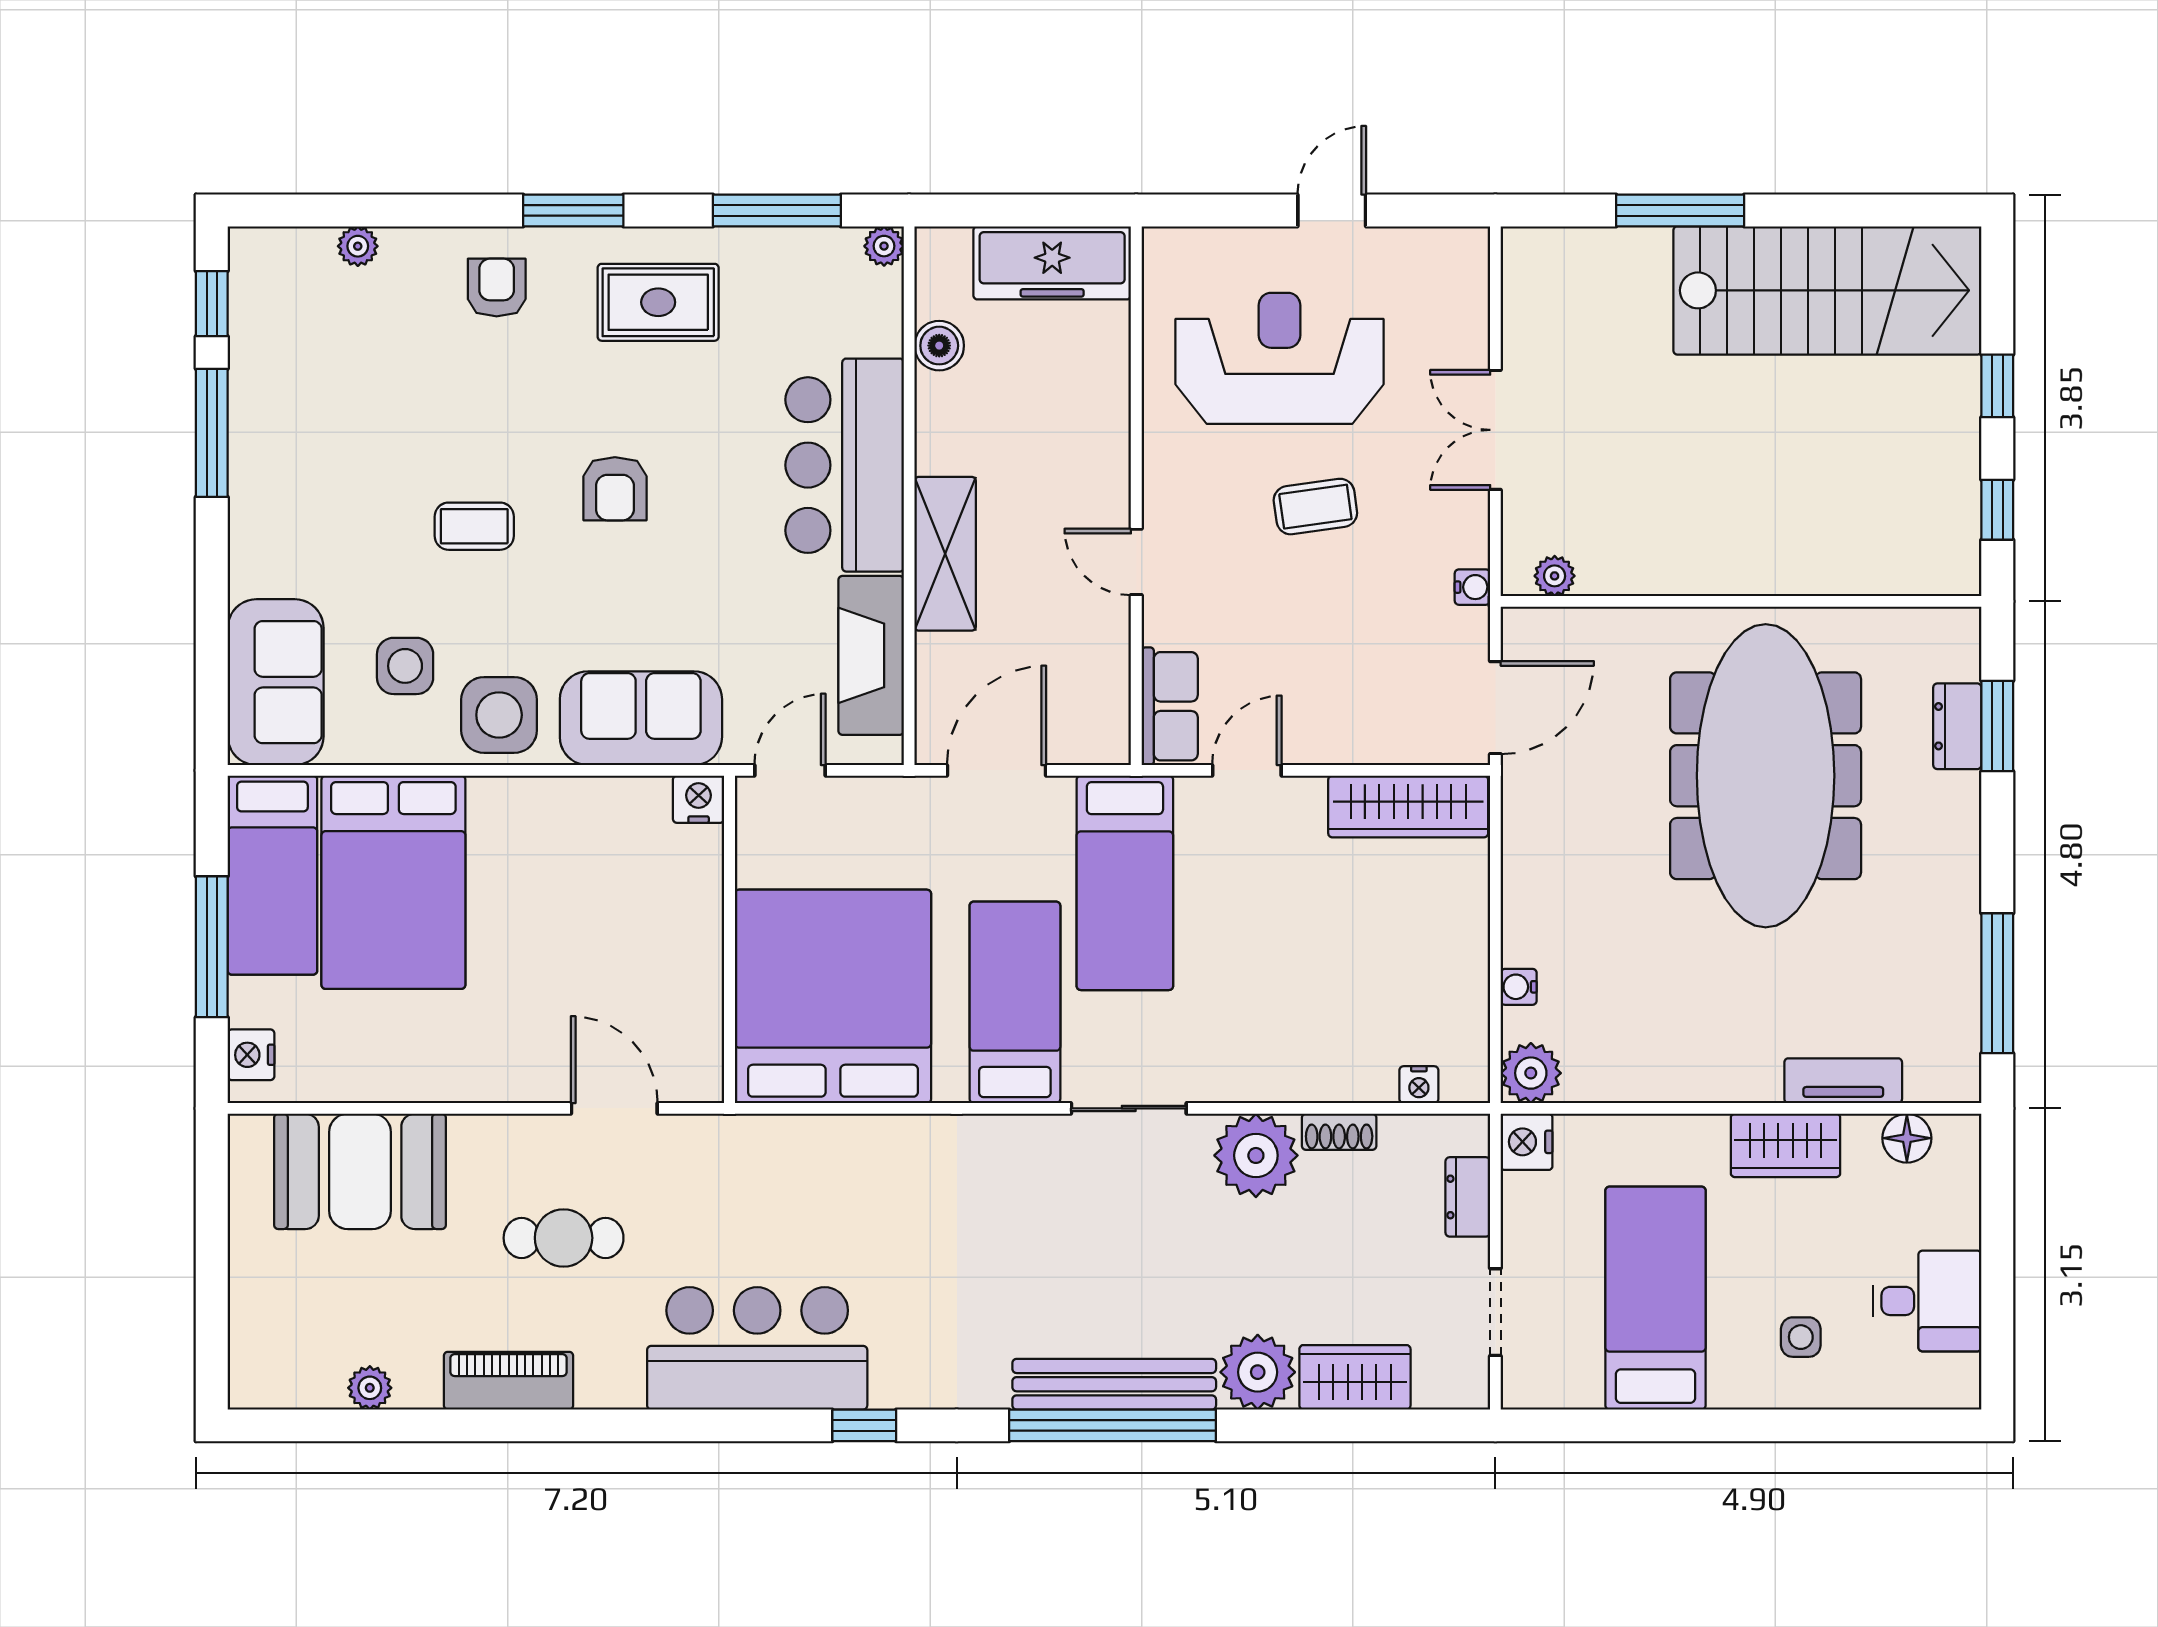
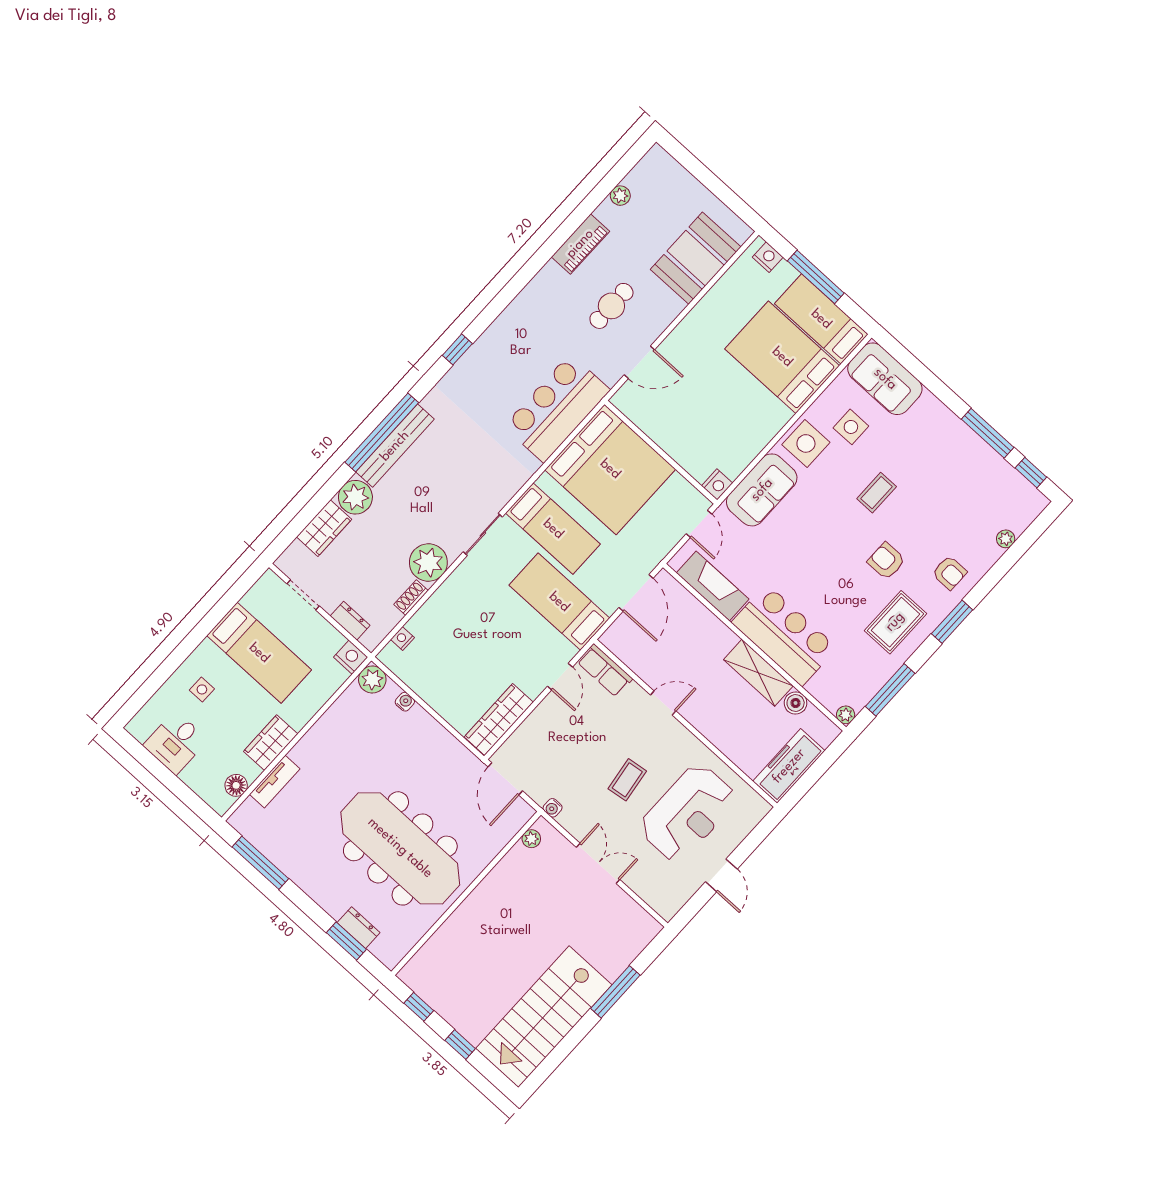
armchair: (615, 489) -> (886, 561), moved
shelving: (945, 554) -> (758, 673), moved
bar counter: (757, 1348) -> (557, 408), moved, turned 180

